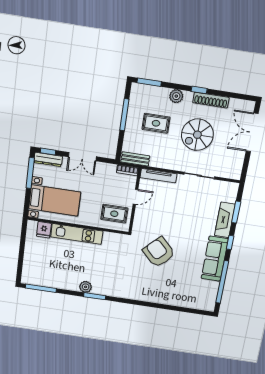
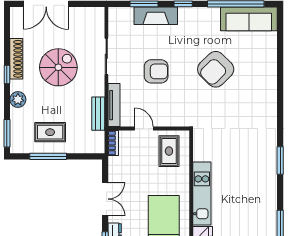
rug: (156, 123) -> (50, 132), moved, turned 90
spiral stairs: (197, 135) -> (58, 67), turned -90
bench: (135, 159) -> (98, 114), moved
armchair: (180, 213) -> (156, 71), added
armchair: (159, 252) -> (216, 69), moved
sofa: (215, 259) -> (249, 19), moved
plant: (86, 287) -> (269, 174), removed

